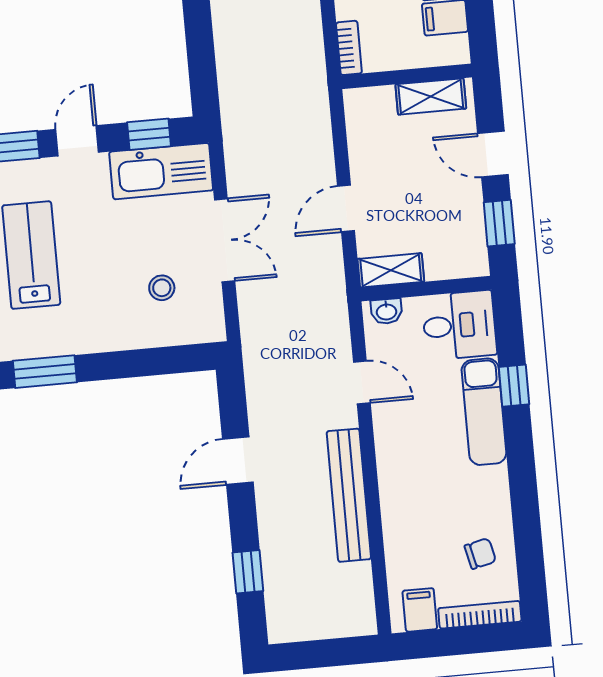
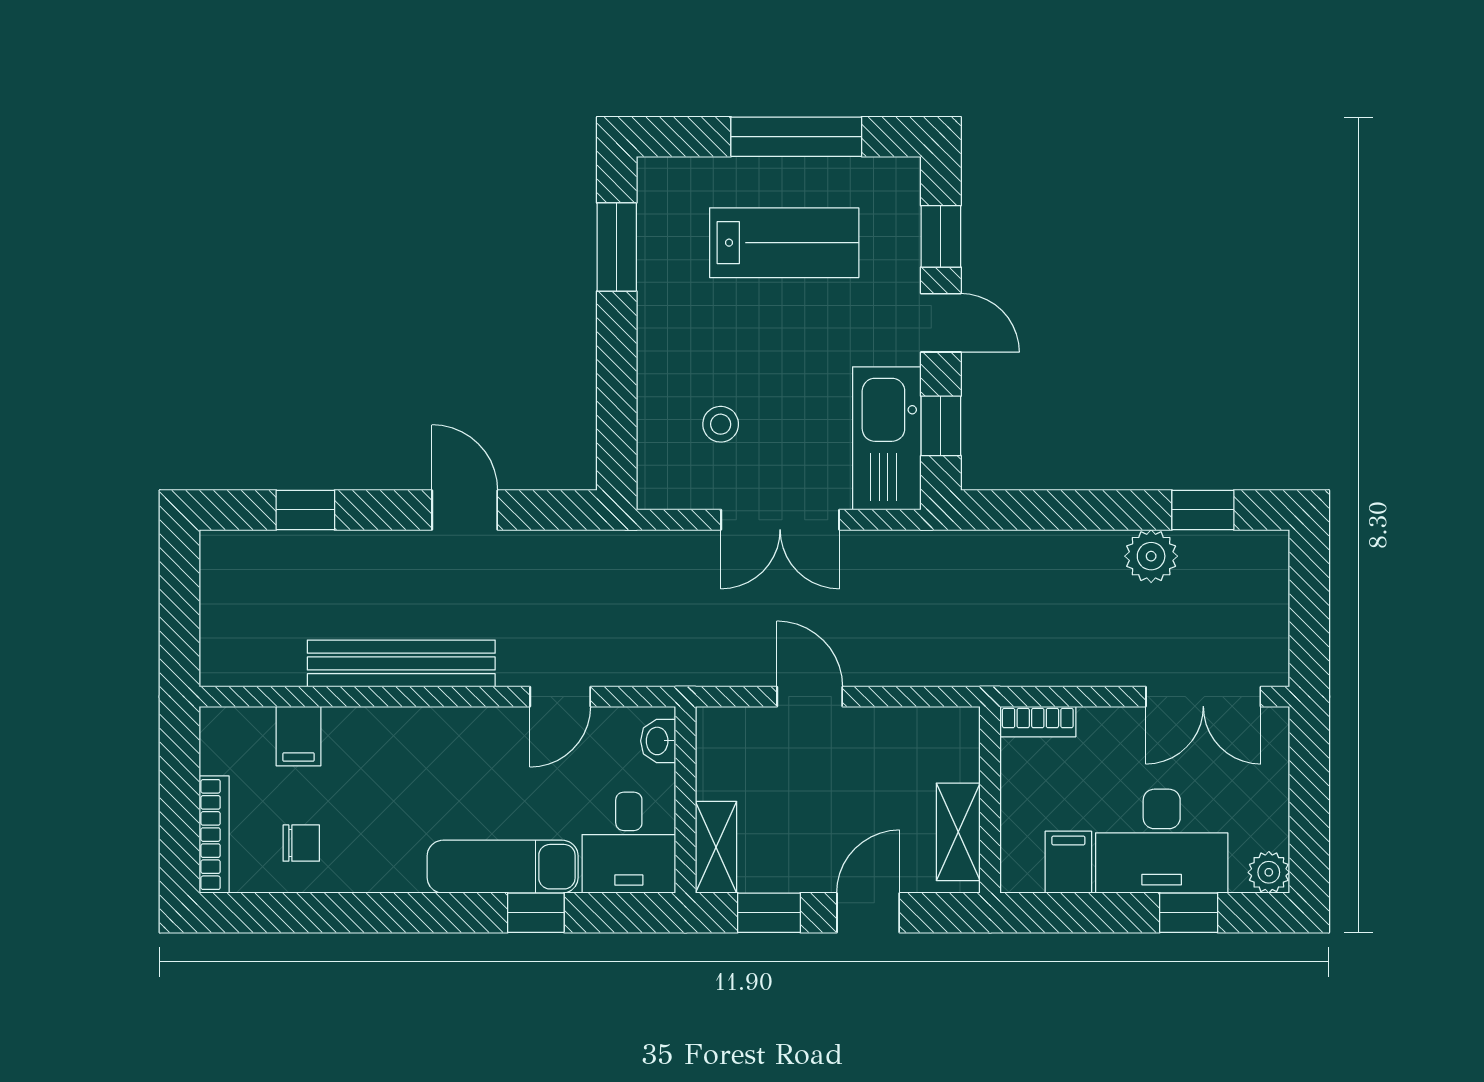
shelving: (391, 270) -> (716, 847), moved
chair: (480, 554) -> (301, 843), turned -77
filing cabinet: (420, 610) -> (298, 736), moved, turned 90

